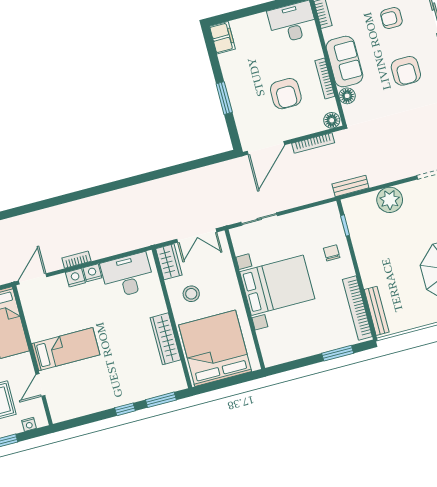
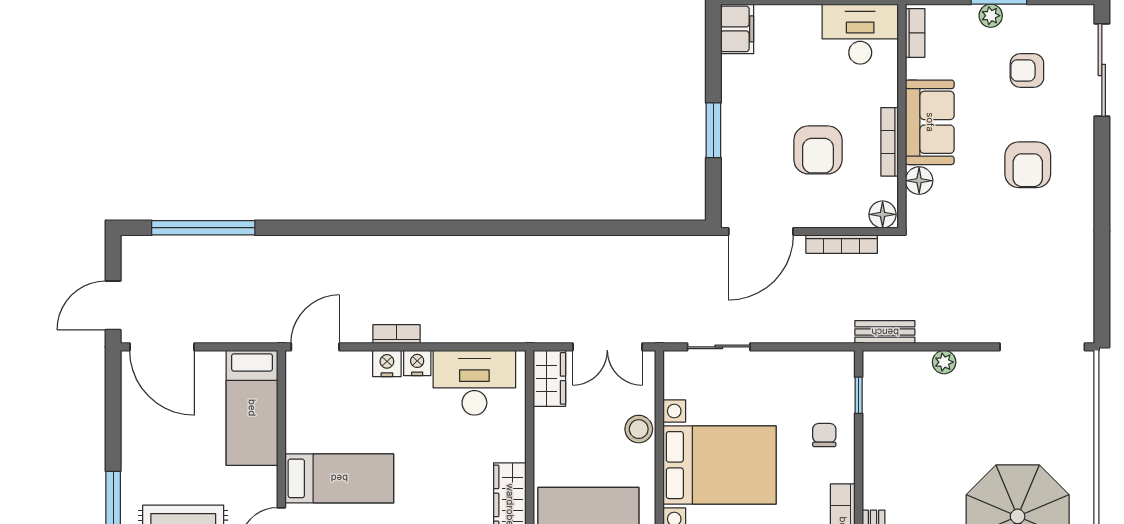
plant: (390, 200) -> (944, 362), width x0.53, depth x0.53
stool: (191, 294) -> (639, 429), moved

